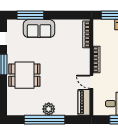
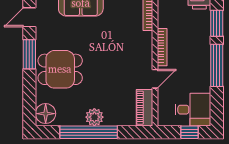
door: (91, 82) -> (155, 79), swing flipped
floor lamp: (14, 106) -> (46, 114), added

